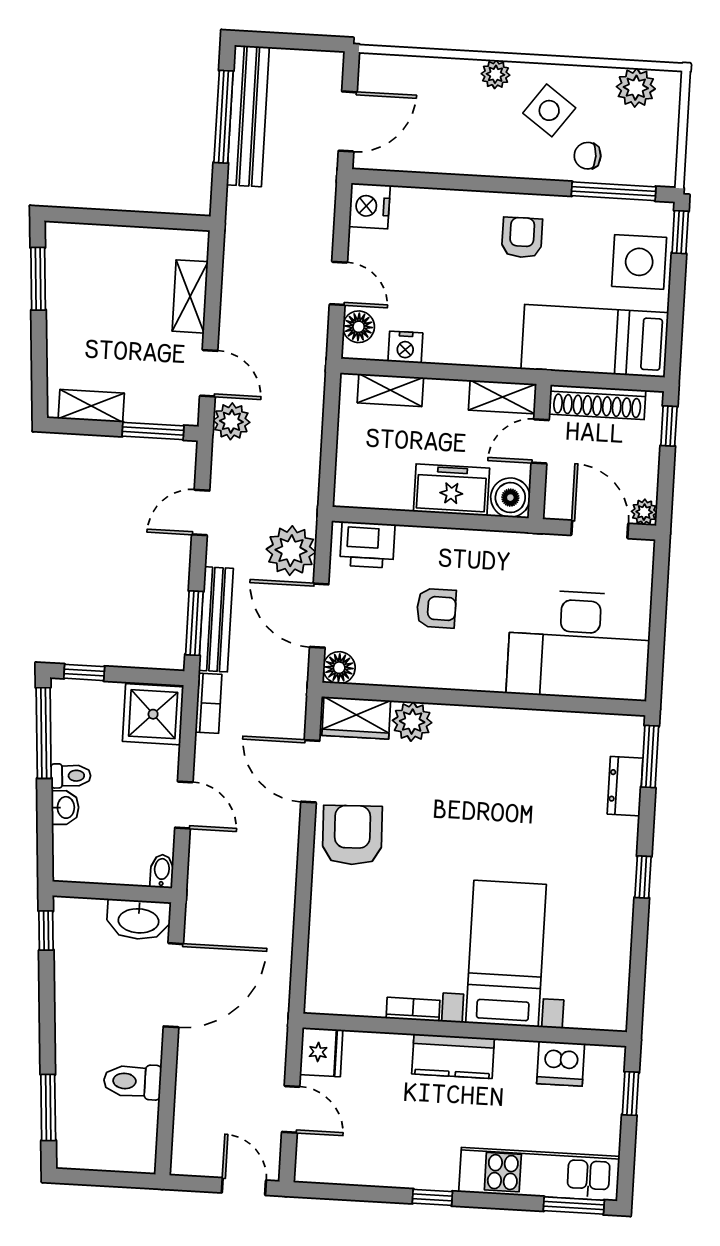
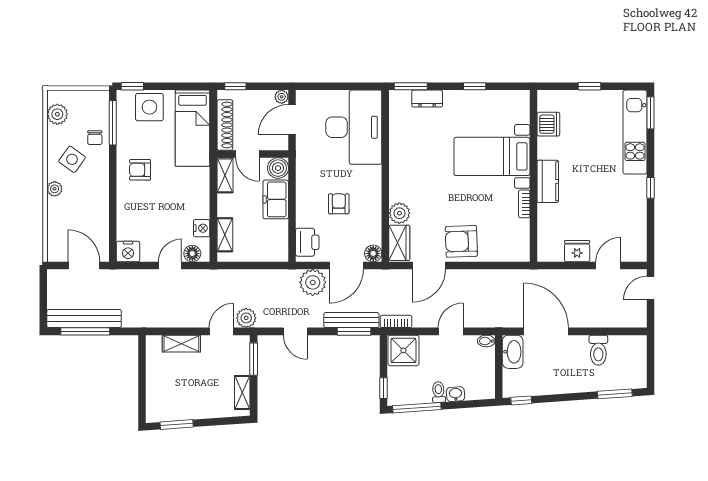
bed with nightstands: (506, 954) -> (492, 156), moved
bookcase: (413, 1009) -> (524, 204), moved
wall: (465, 1030) -> (533, 176), moved
kitchen counter: (453, 1056) -> (548, 181), moved
dishwasher: (561, 1064) -> (548, 124), moved

